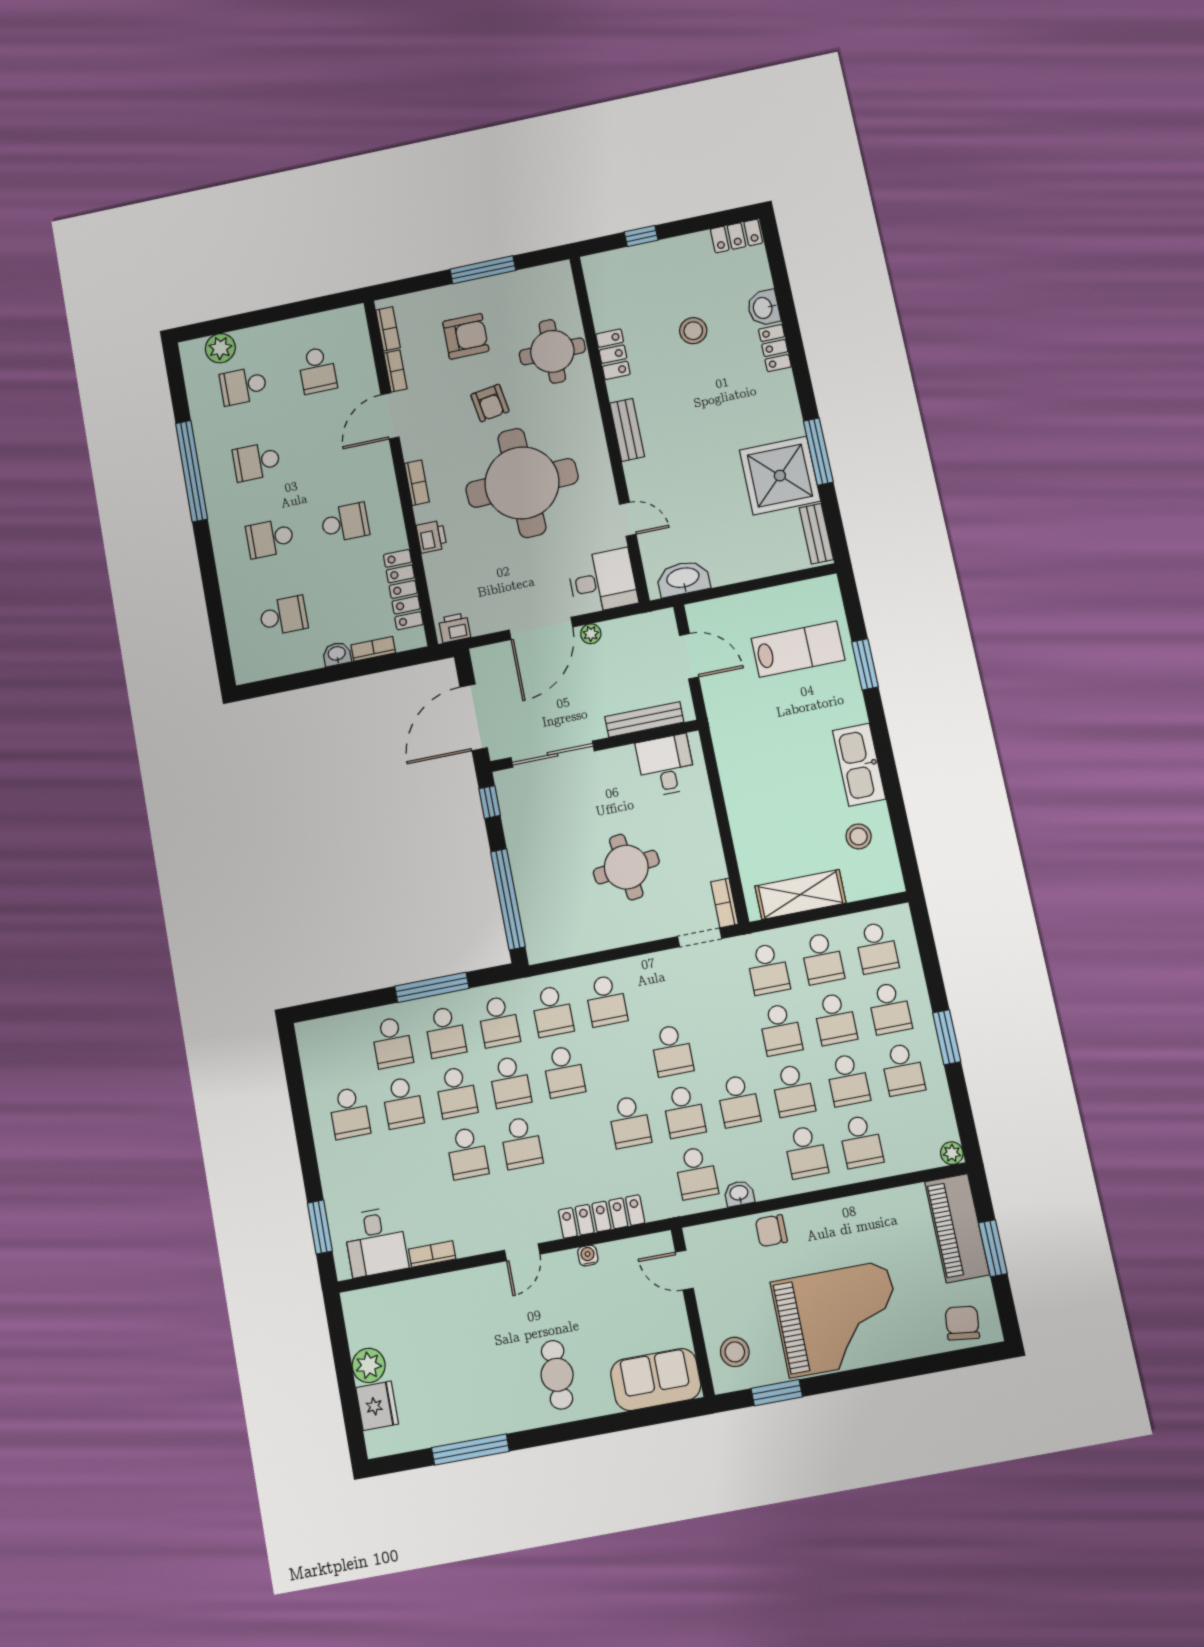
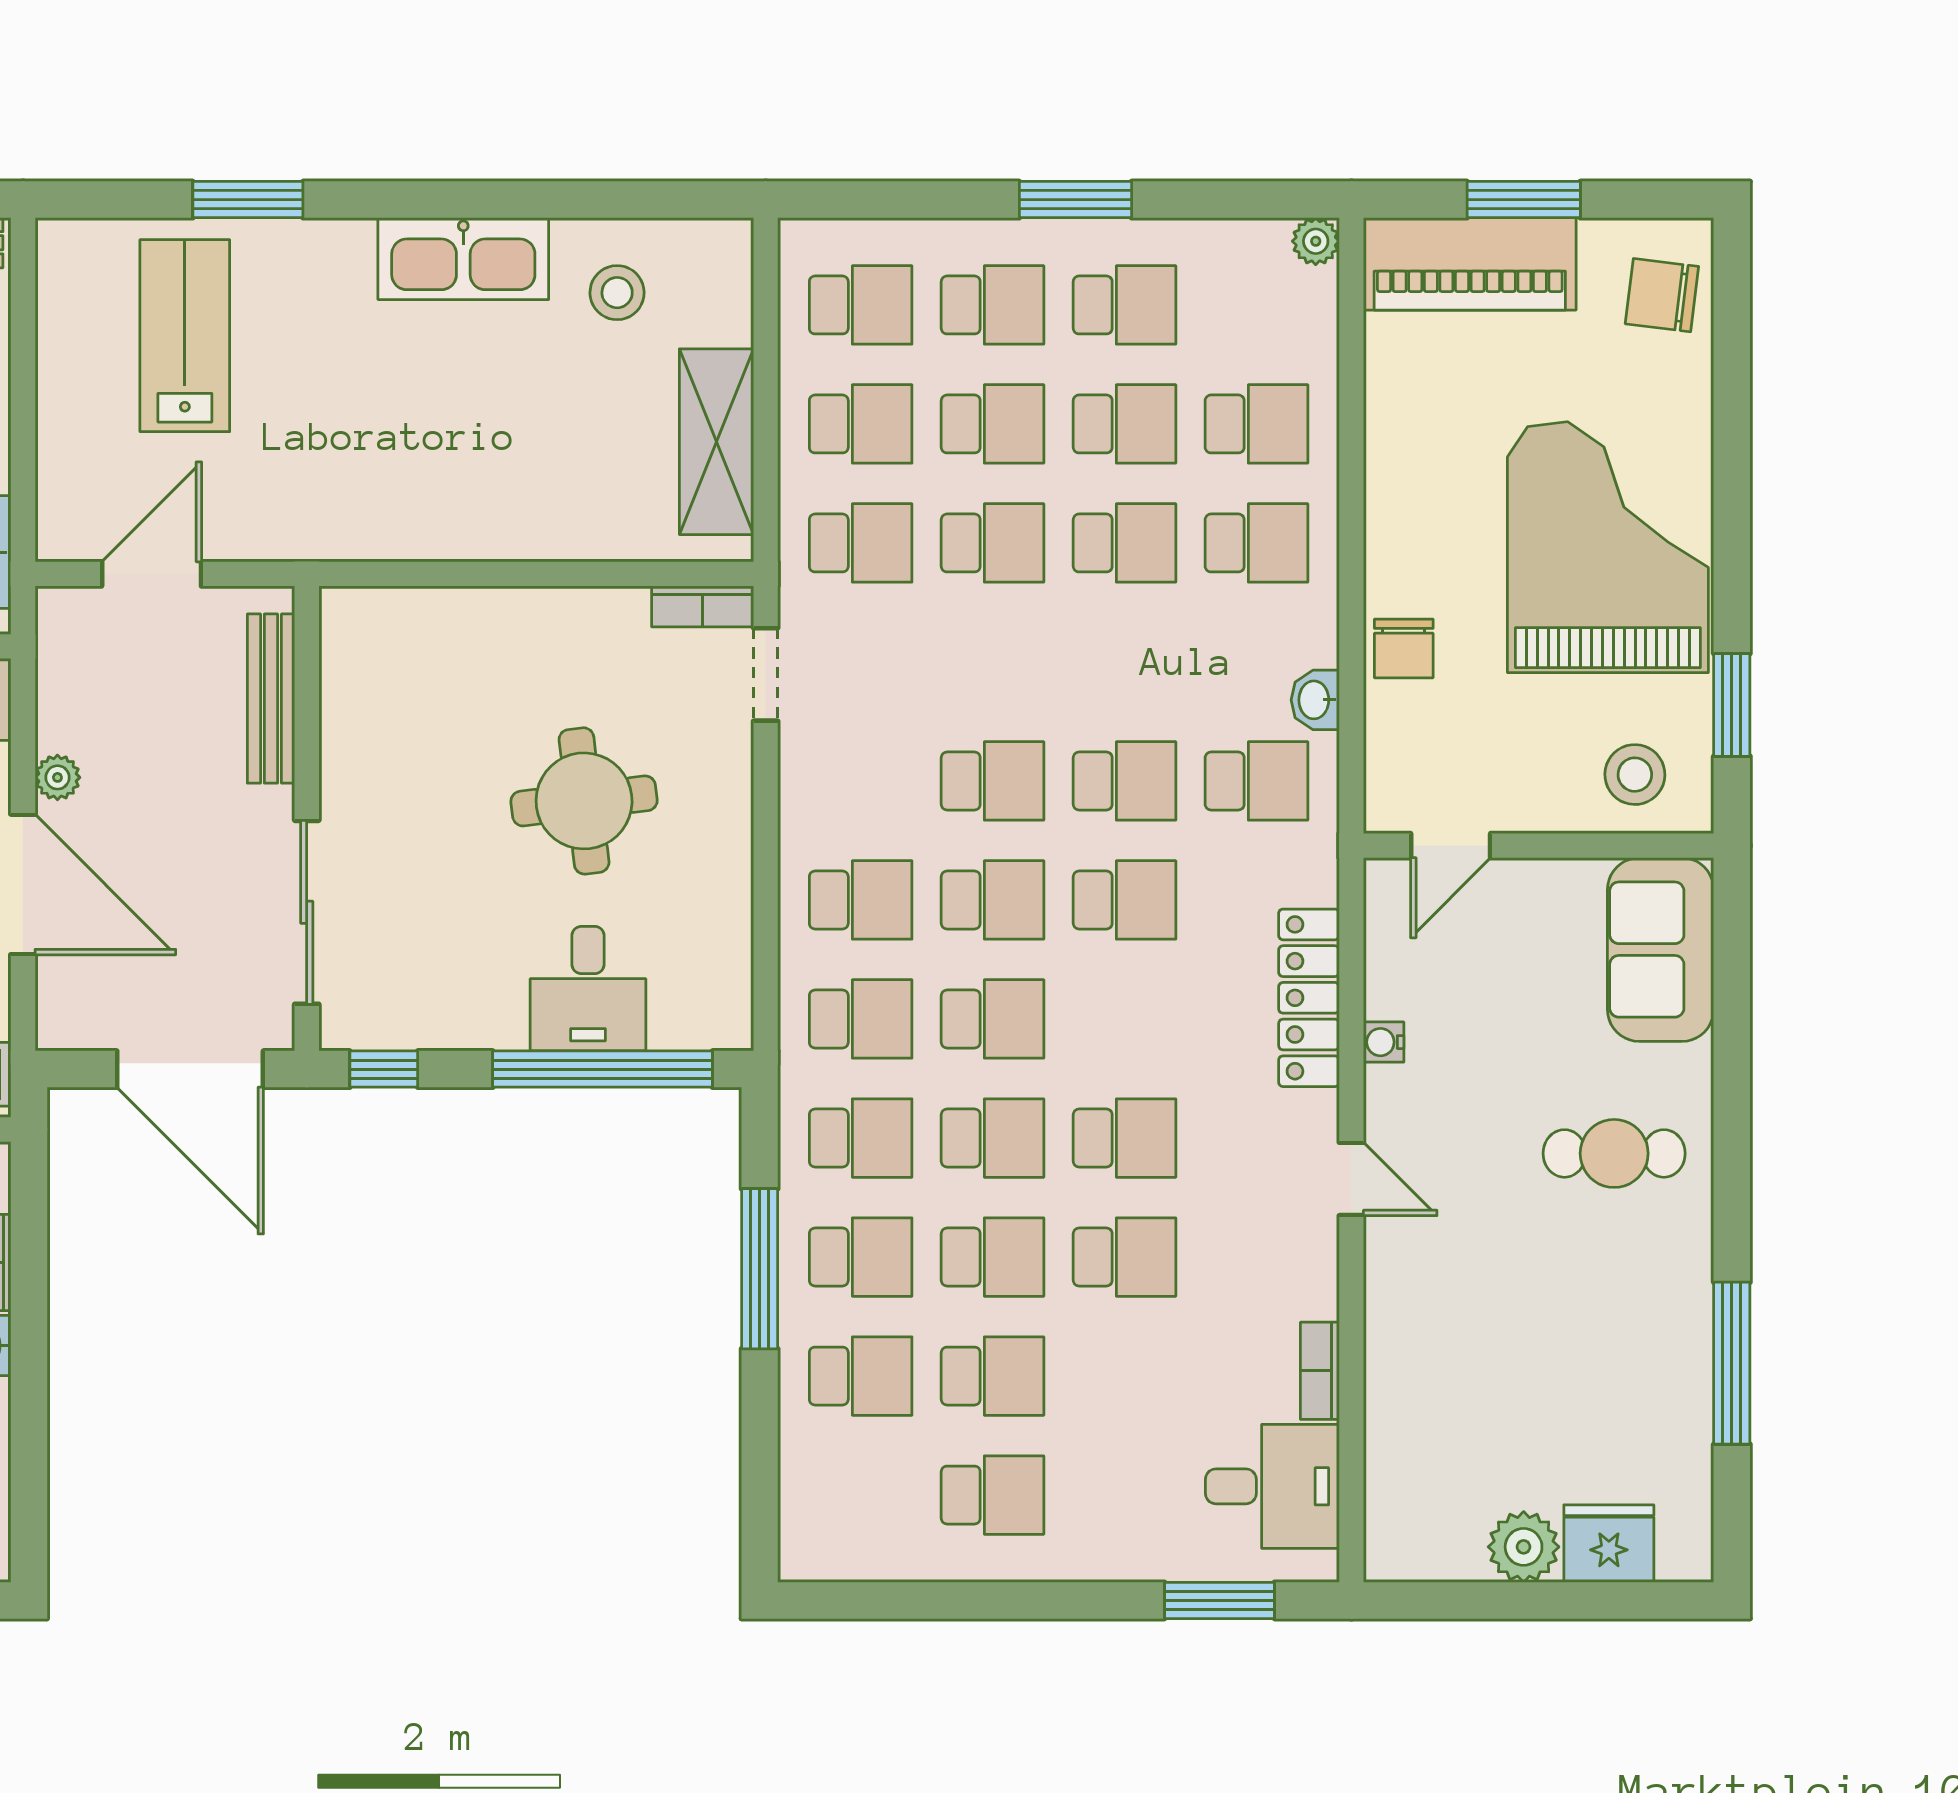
desk: (666, 765) -> (588, 989), moved, turned -90
school desk: (738, 1101) -> (993, 900), moved

